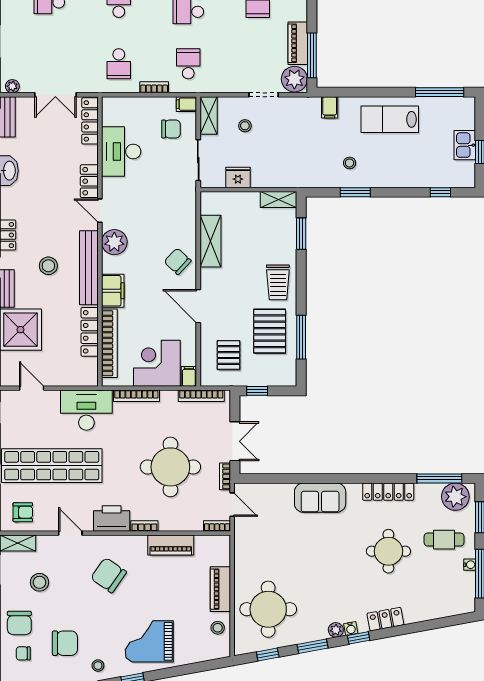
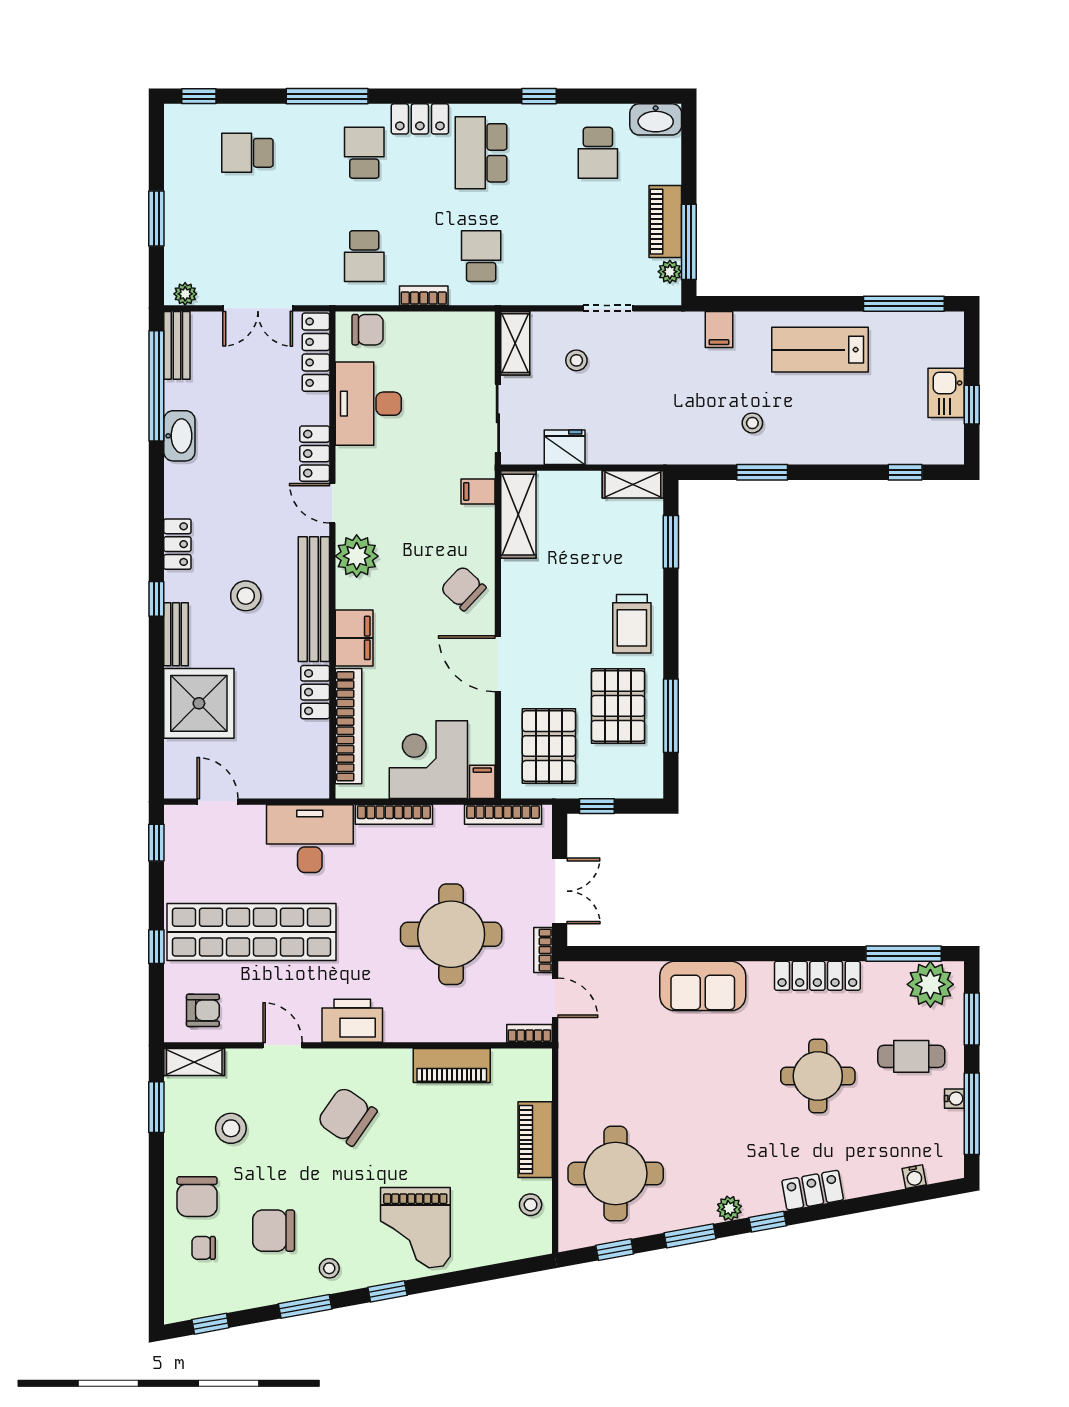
plant: (294, 79) -> (670, 272), width x0.53, depth x0.53
filing cabinet: (186, 104) -> (478, 491), moved
chair: (171, 129) -> (368, 330), moved
shelving: (210, 241) -> (518, 515), moved
locker: (90, 332) -> (315, 692), width x0.66
pallet: (229, 355) -> (549, 746), width x1.50, depth x1.42
bookcase: (144, 526) -> (407, 1033), removed
water cooler: (351, 628) -> (914, 1177), moved
grand piano: (149, 641) -> (415, 1228), turned -90
chair: (65, 643) -> (274, 1231), turned 180

